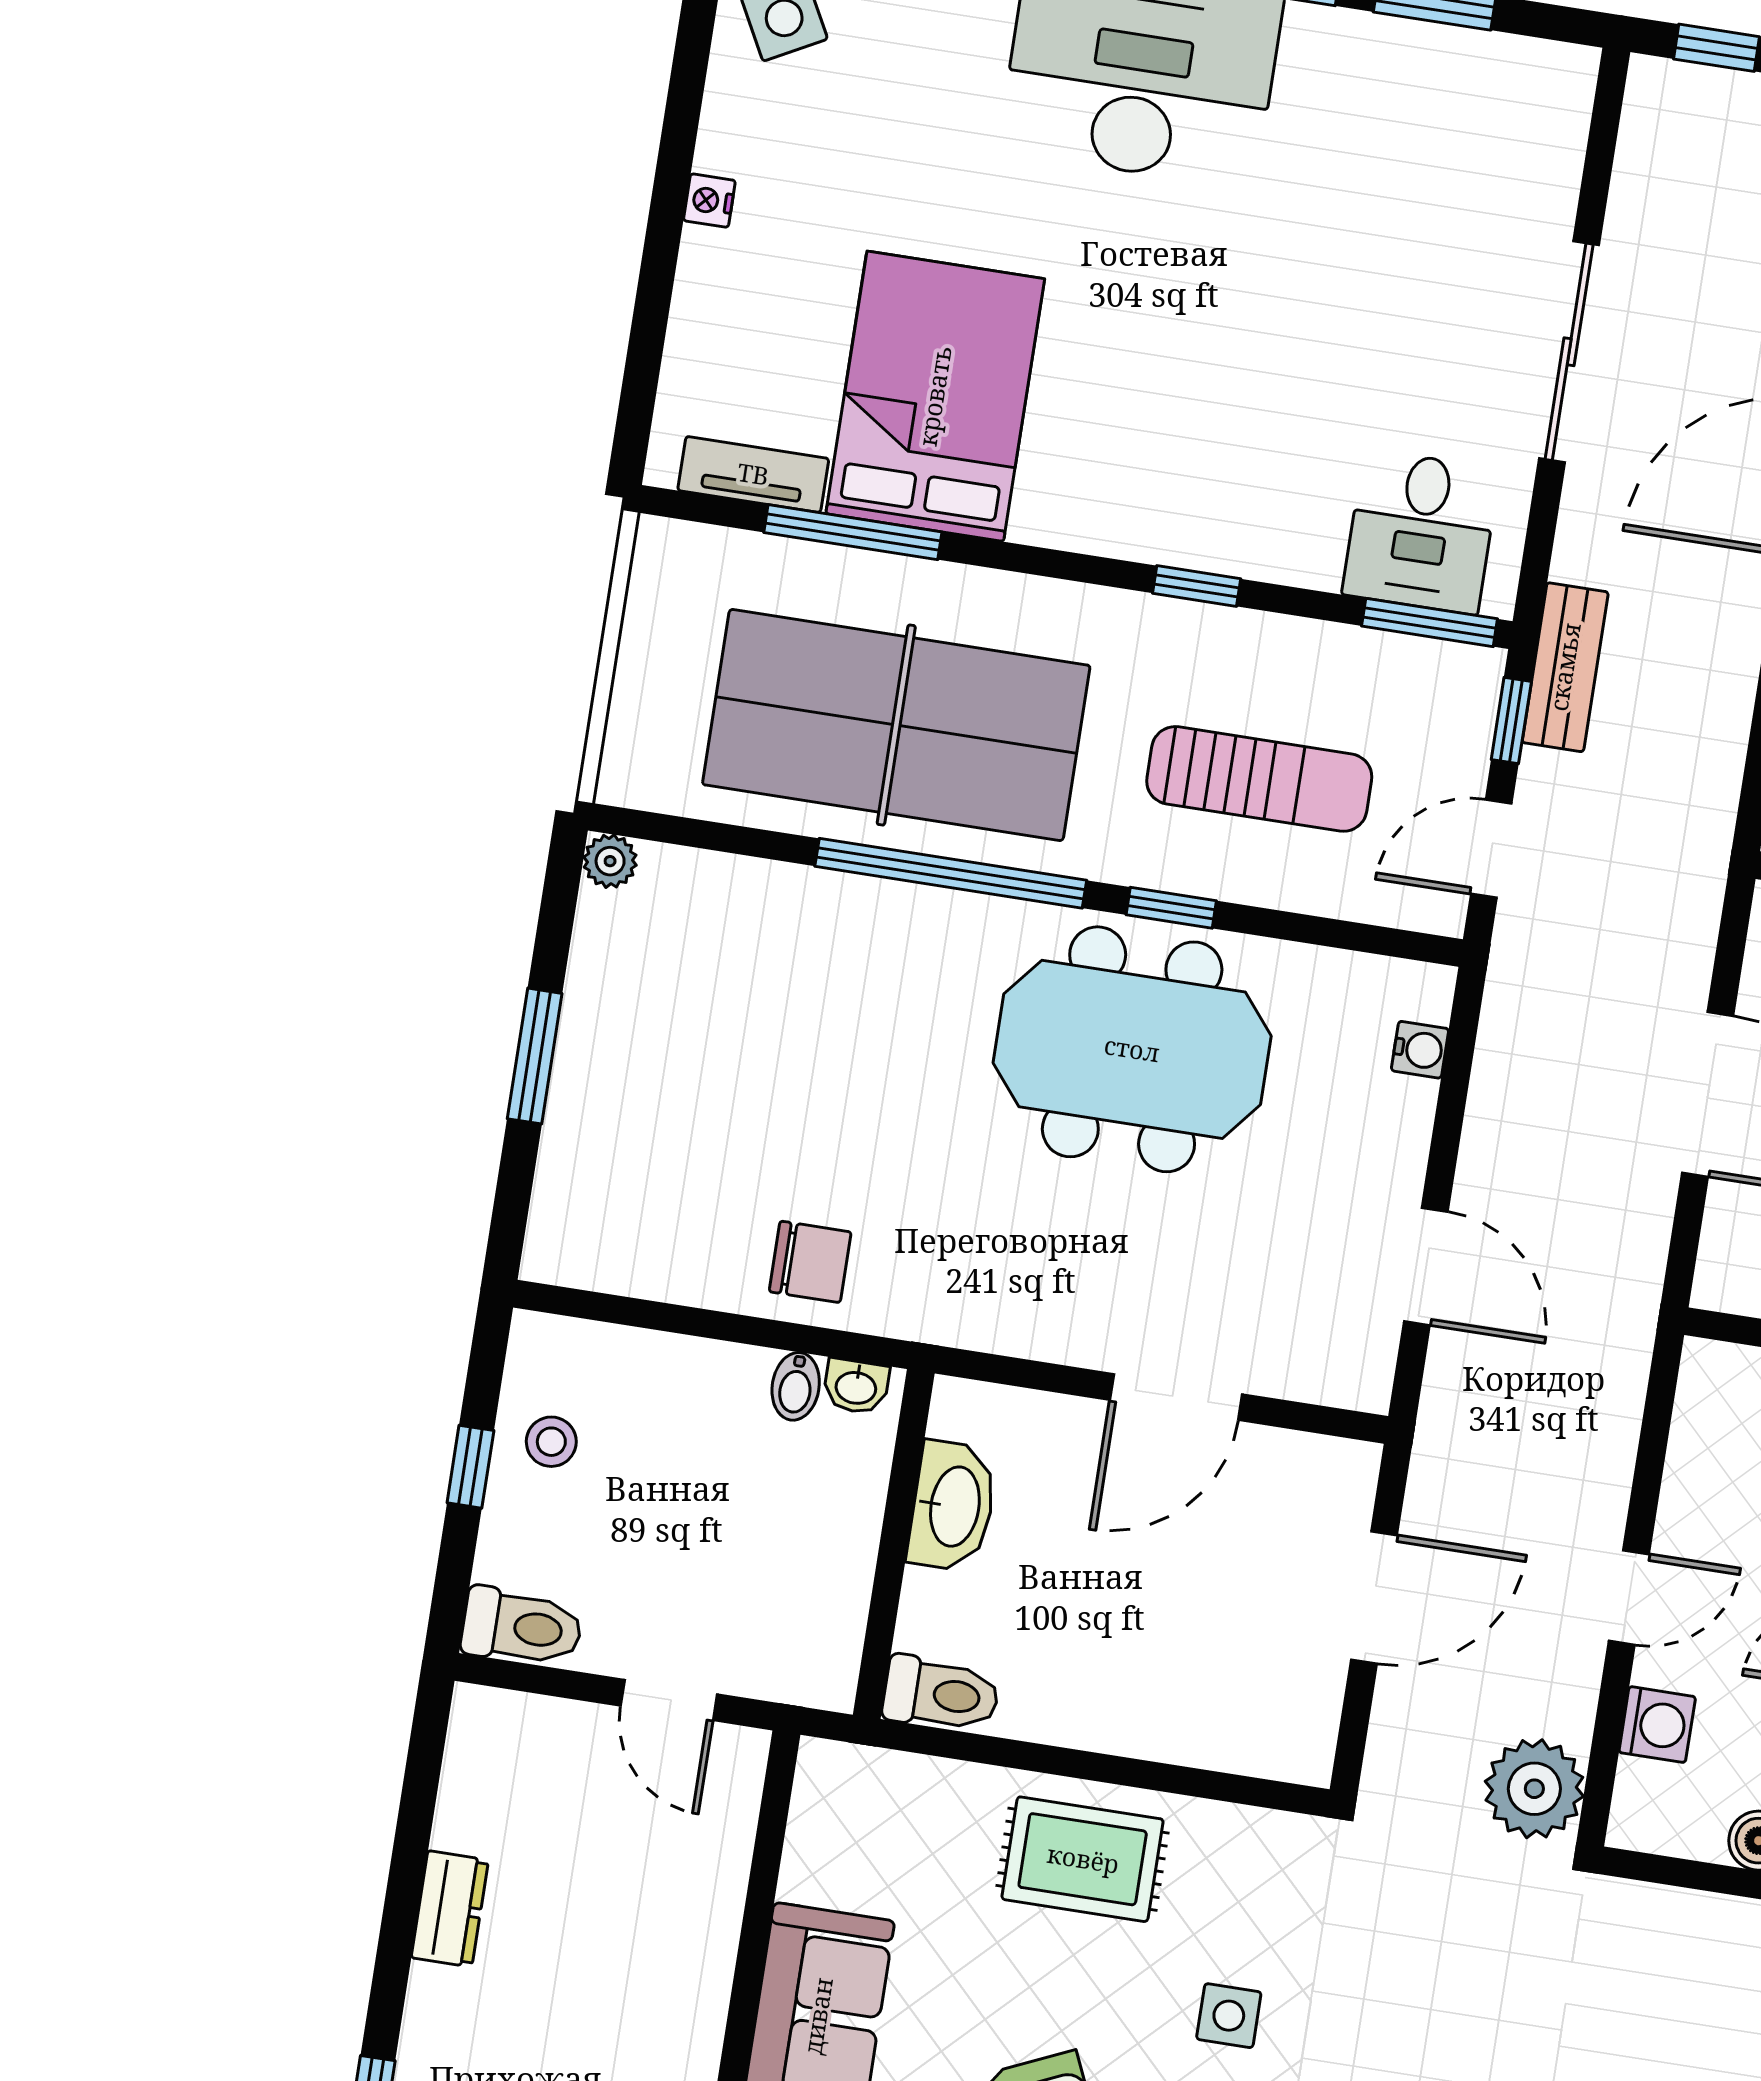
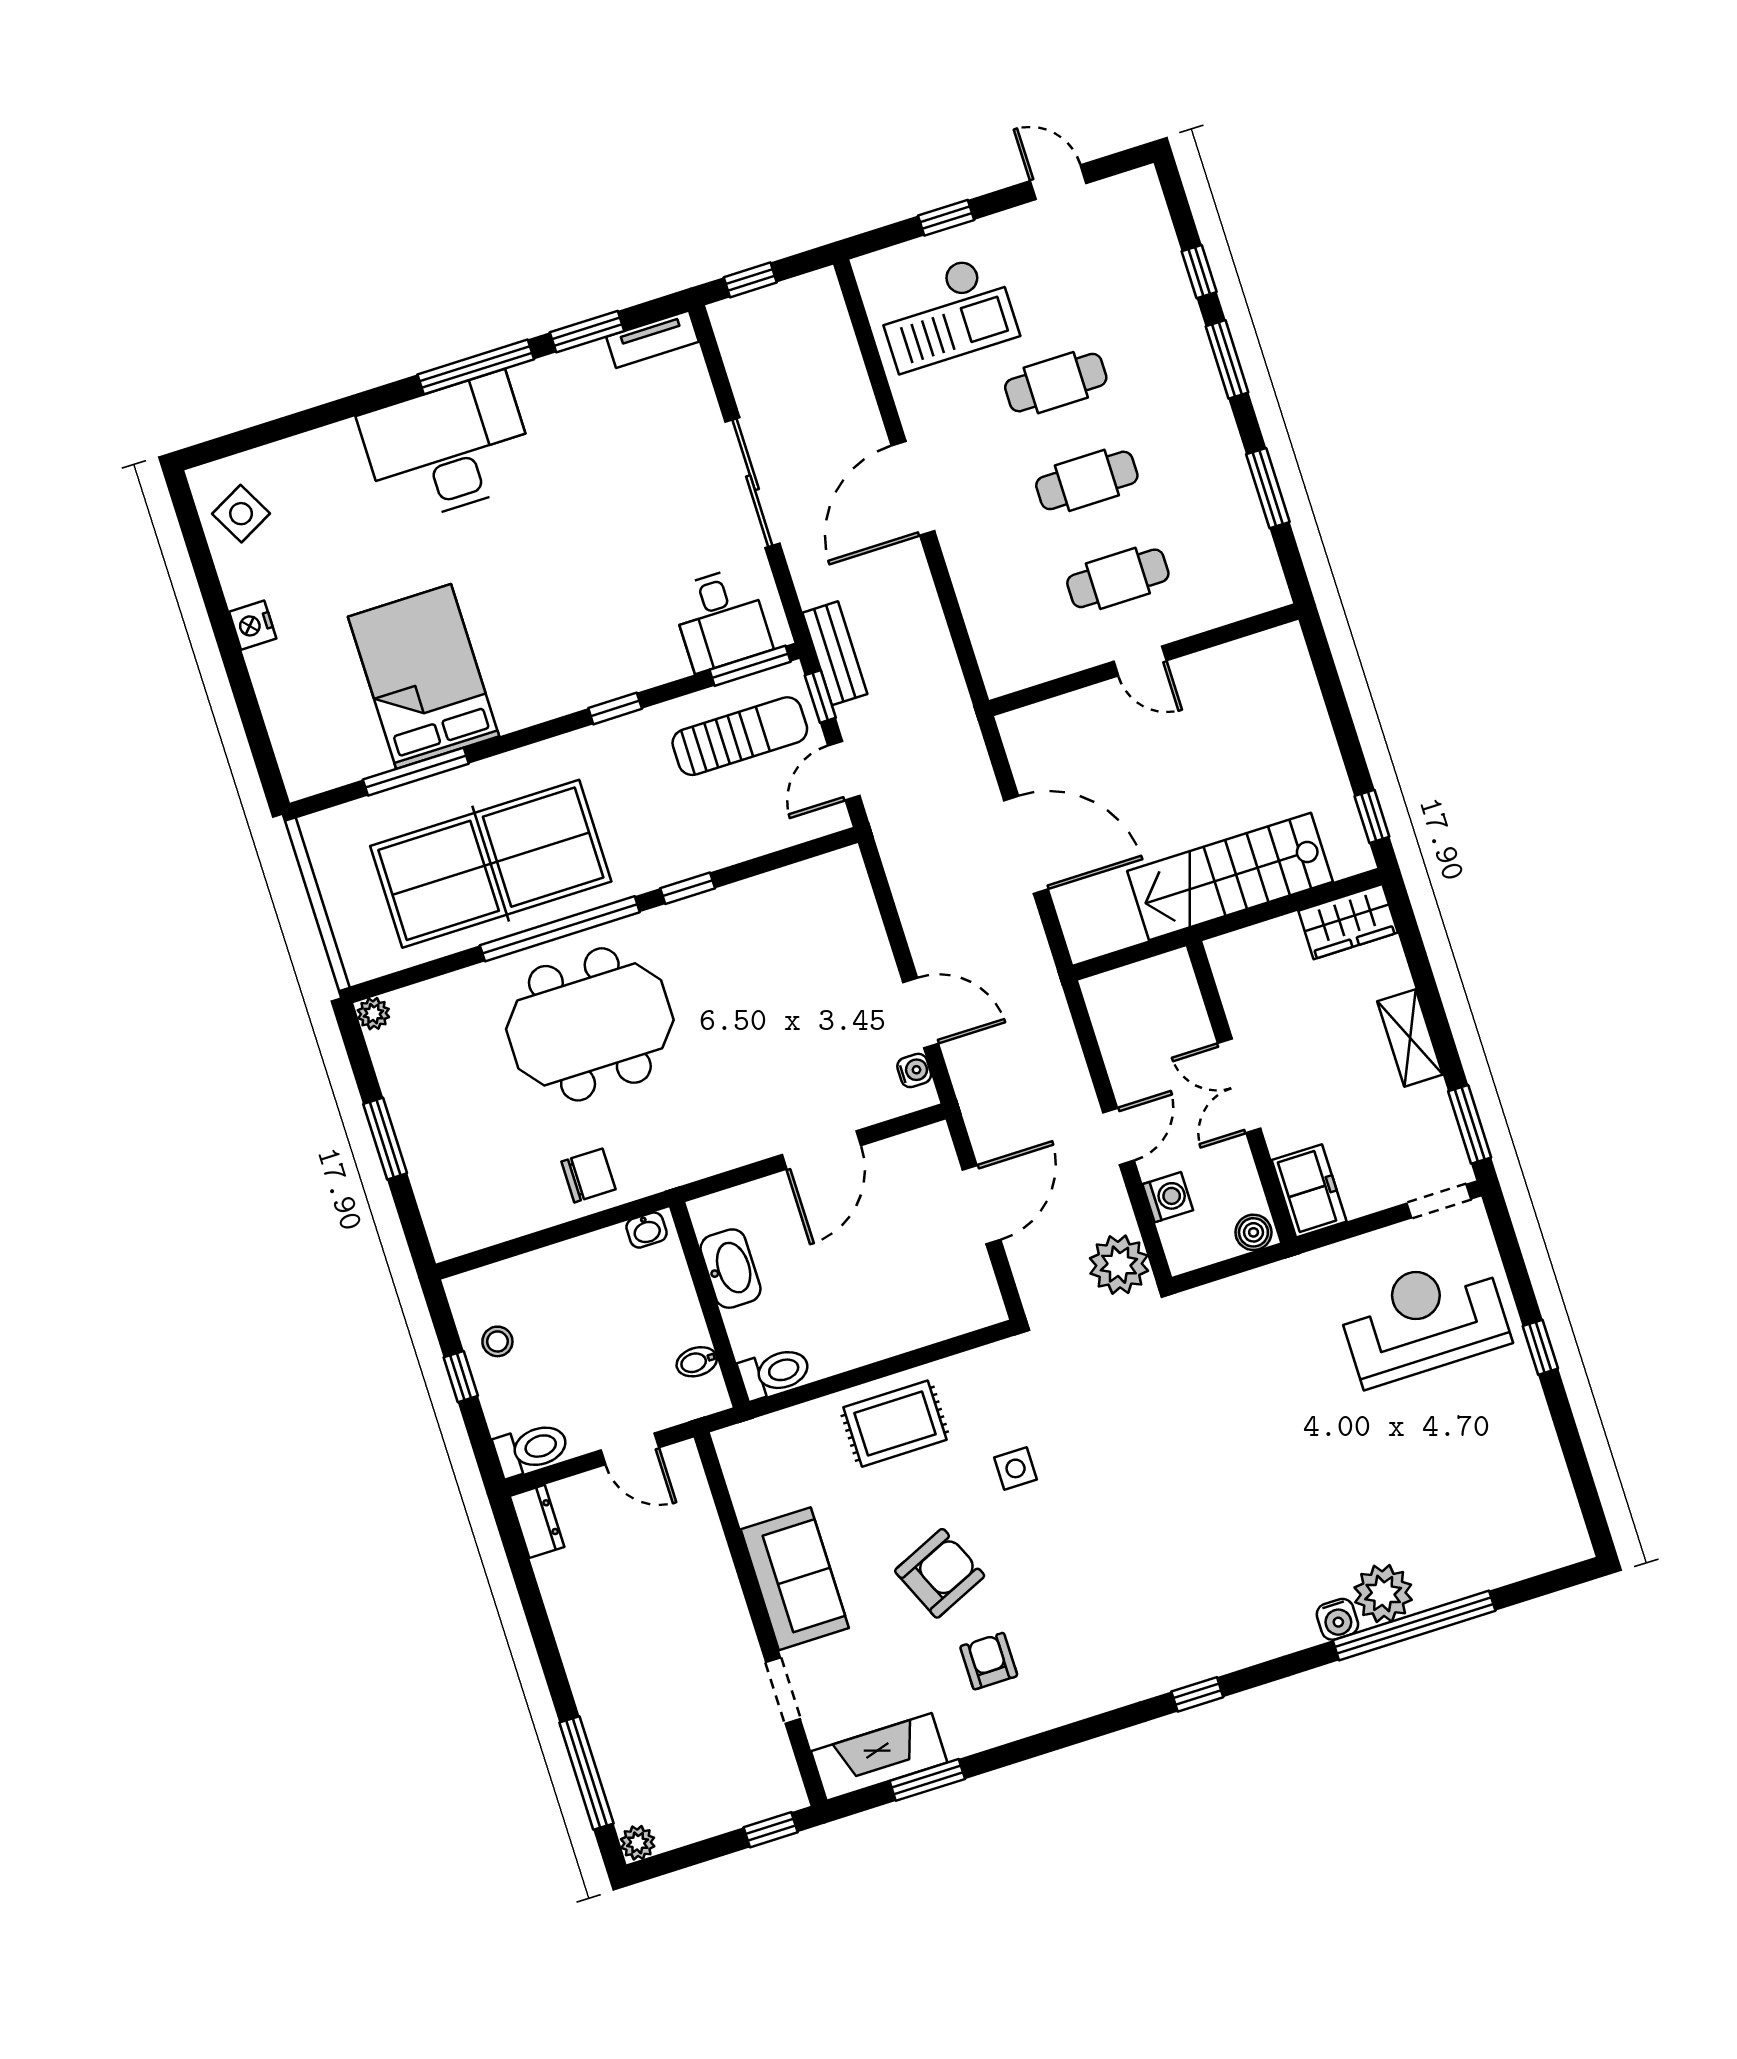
nightstand: (709, 201) -> (253, 625), width x1.39, depth x1.35
tv unit: (753, 474) -> (653, 339), moved, turned 180
sun lounger: (1259, 779) -> (740, 736), moved
meeting table: (1132, 1049) -> (590, 1024), moved
water cooler: (1420, 1050) -> (914, 1070), moved
bidet: (796, 1386) -> (697, 1362), moved, turned 90
dresser: (450, 1909) -> (537, 1521), moved

